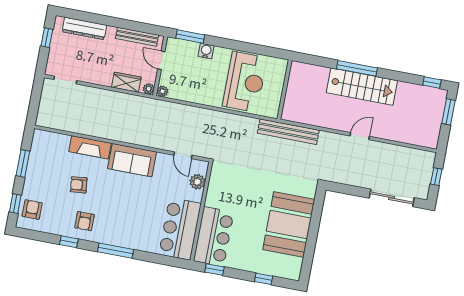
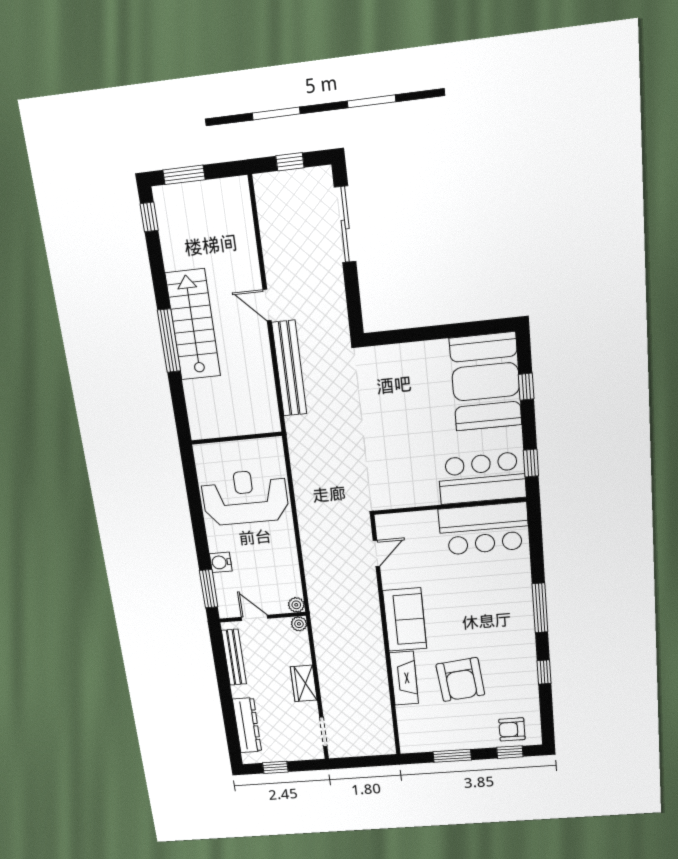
door: (161, 60) -> (254, 618), swing flipped
wardrobe: (126, 82) -> (304, 683), moved
bench: (288, 132) -> (289, 368), moved
plant: (197, 182) -> (408, 523), removed
armchair: (79, 185) -> (460, 680), width x1.88, depth x1.88
armchair: (85, 221) -> (509, 659), removed
booth: (289, 225) -> (486, 382), moved, turned 90

